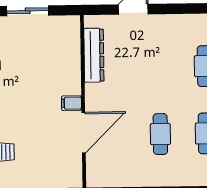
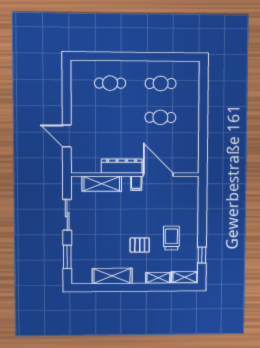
dresser: (94, 55) -> (122, 166), moved
shelving: (70, 57) -> (102, 184), added

